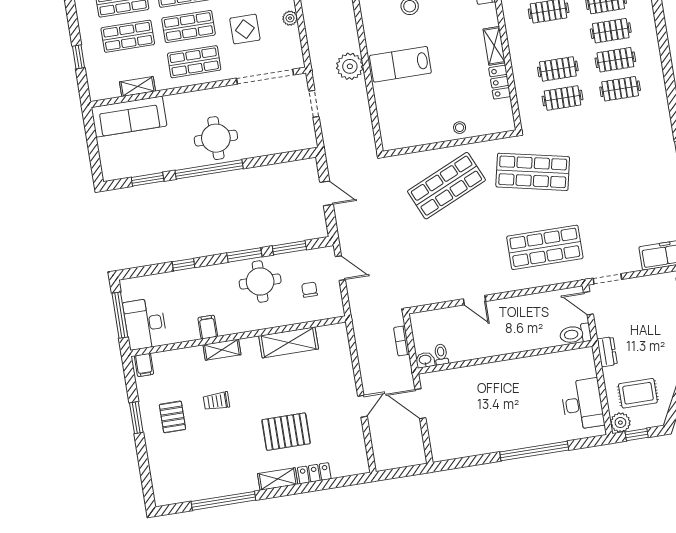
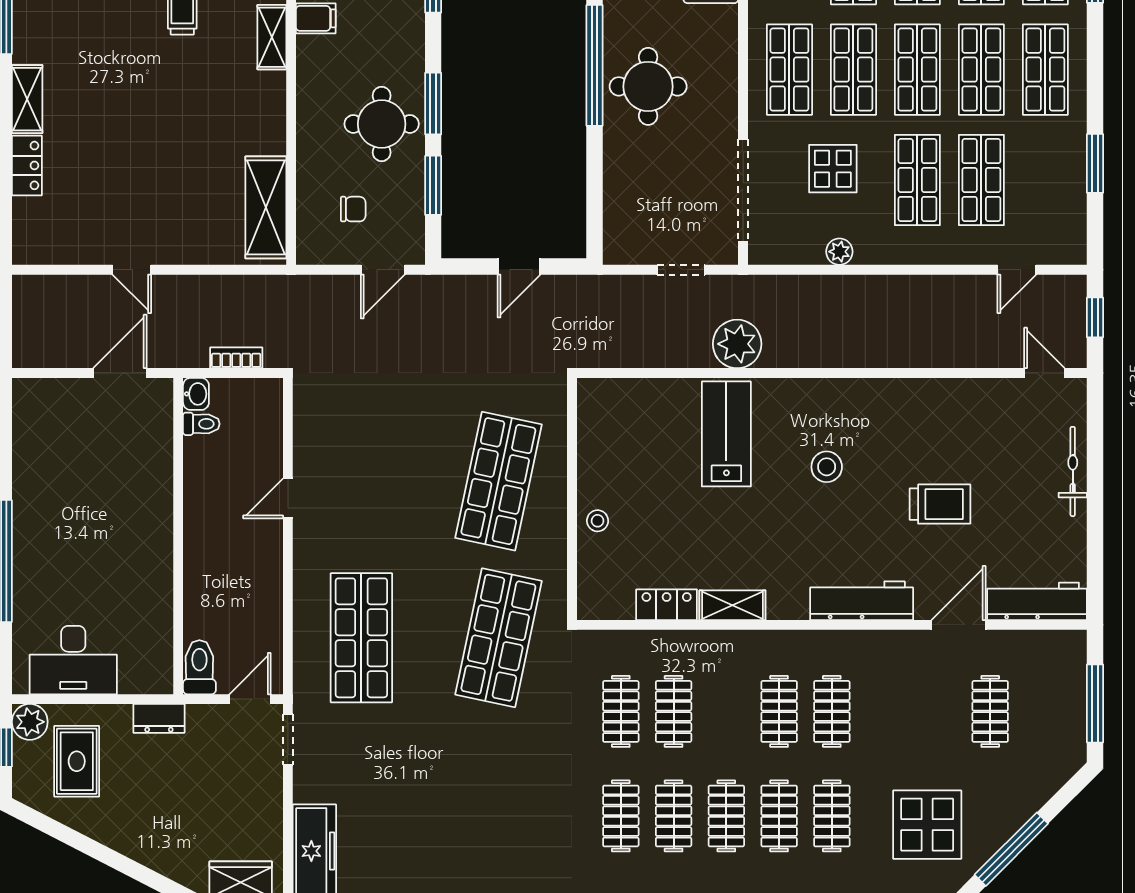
shop shelf: (446, 186) -> (498, 481), turned 36
shelving: (289, 342) -> (266, 207), moved
pallet: (286, 432) -> (109, 127), removed

